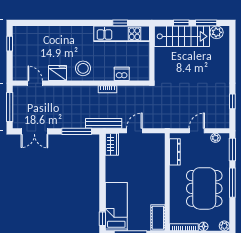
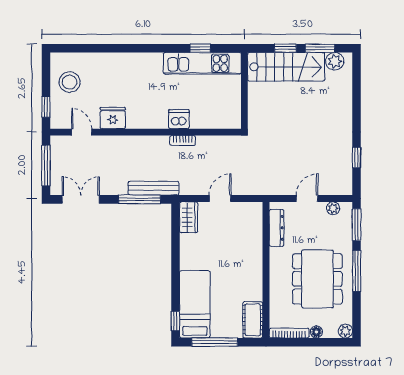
window: (10, 44) -> (46, 107), moved
stool: (83, 68) -> (70, 82), moved
dishwasher: (122, 74) -> (179, 119), moved
bench: (104, 123) -> (153, 188), moved
double door: (34, 131) -> (81, 199), swing flipped

